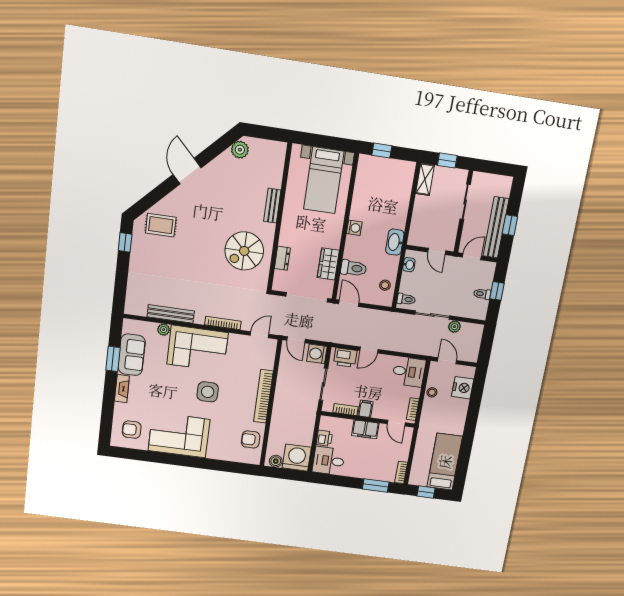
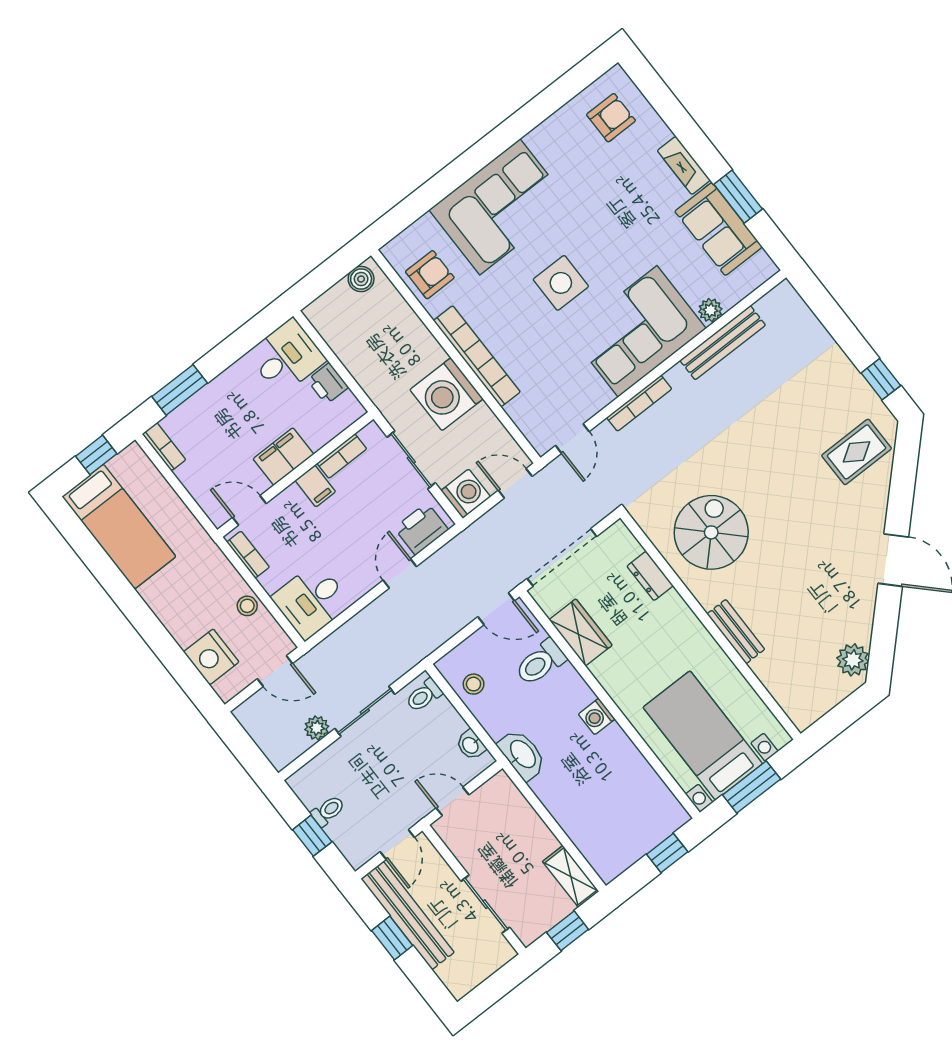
window: (326, 142) -> (752, 787), added
corner sofa: (179, 435) -> (500, 207), moved
washing machine: (297, 458) -> (446, 394), moved, turned 90

